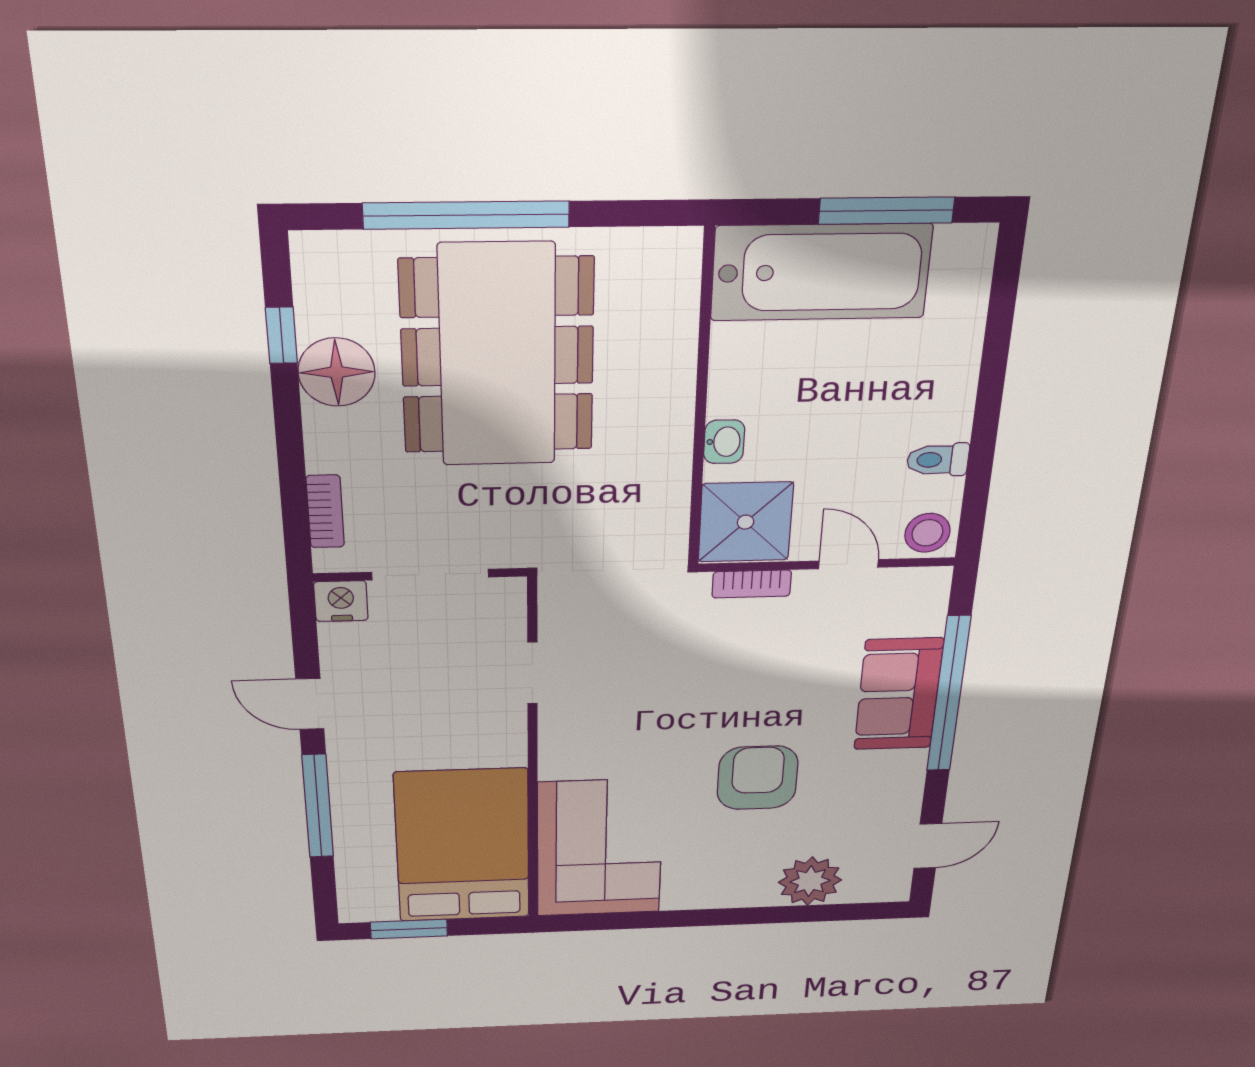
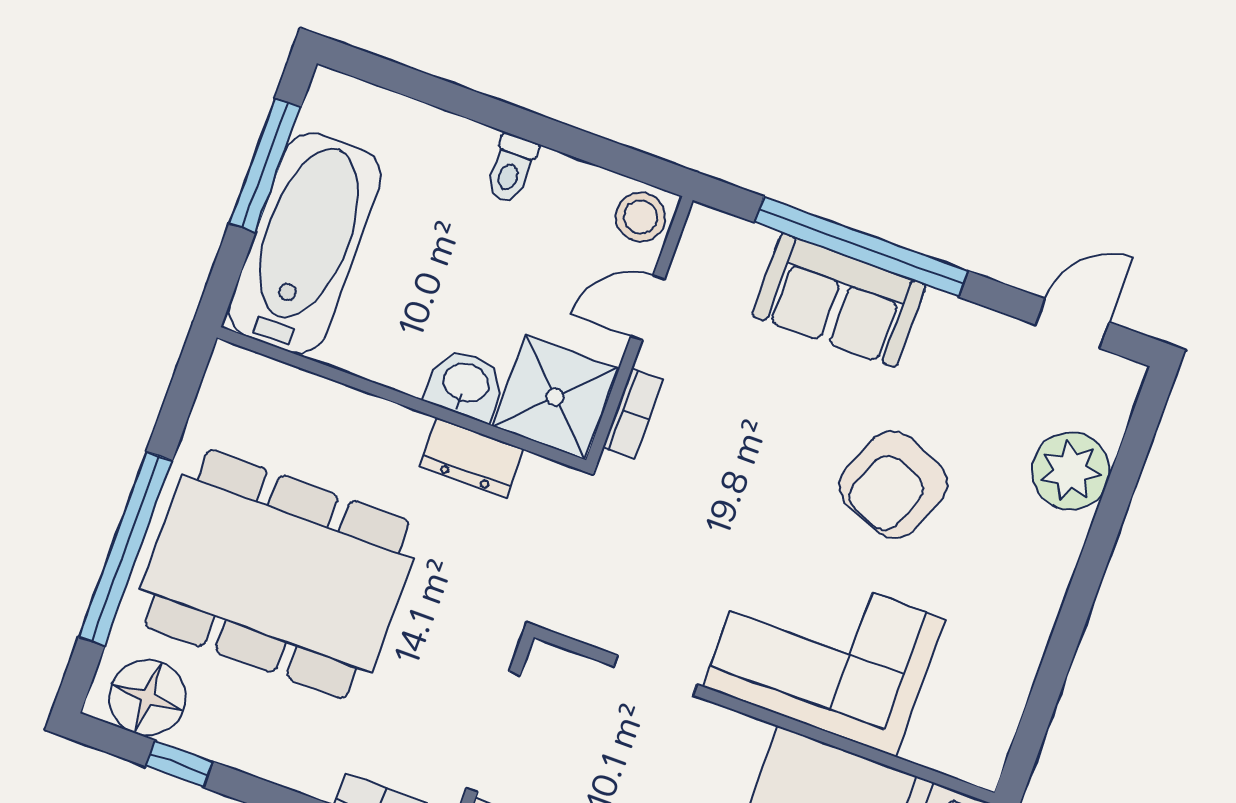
floor lamp: (337, 372) -> (148, 698), moved
washbasin: (724, 442) -> (466, 384), width x1.38, depth x1.45
toilet: (938, 460) -> (511, 168), moved
dresser: (667, 477) -> (471, 458), added
armchair: (758, 778) -> (893, 485), turned -68
door: (928, 846) -> (1072, 324), hinge flipped
corner sofa: (600, 848) -> (824, 653), moved

